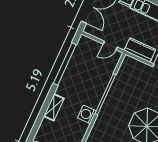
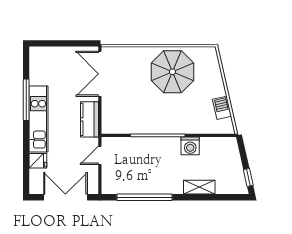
door: (110, 46) -> (100, 155), swing flipped

